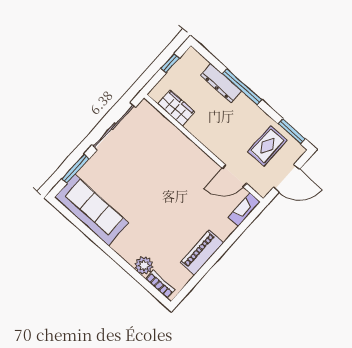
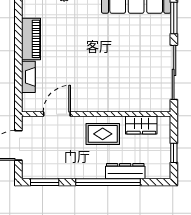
window: (242, 87) -> (108, 182), width x1.46
rug: (267, 146) -> (103, 134), moved, turned 90
fireplace: (244, 210) -> (28, 77), moved

